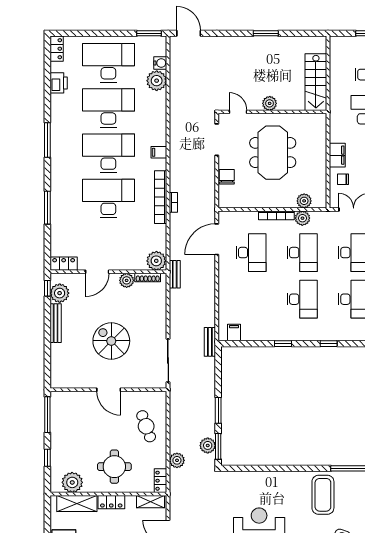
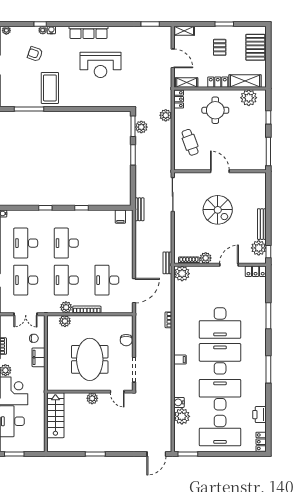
door: (189, 33) -> (156, 454), hinge flipped
water cooler: (160, 63) -> (179, 402), moved
desk: (108, 108) -> (220, 395), turned 180
desk: (108, 153) -> (220, 359), turned 180
bookcase: (161, 197) -> (179, 324), removed

